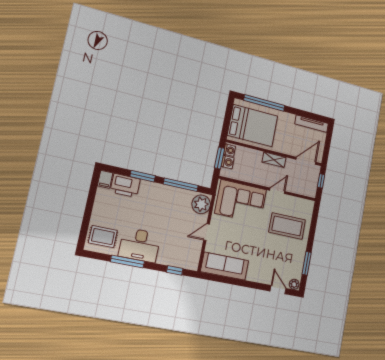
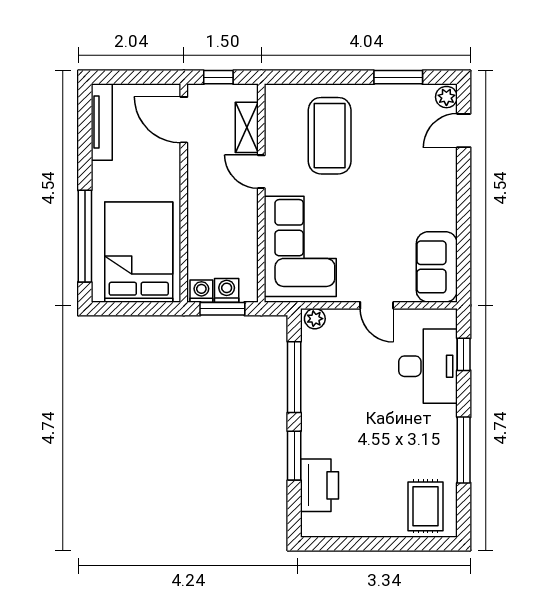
shelving: (274, 160) -> (247, 127), moved
filing cabinet: (105, 179) -> (316, 526), removed
plant: (201, 204) -> (315, 319), width x0.53, depth x0.53
desk: (140, 245) -> (428, 366), moved
sofa: (225, 266) -> (437, 267), width x0.73

